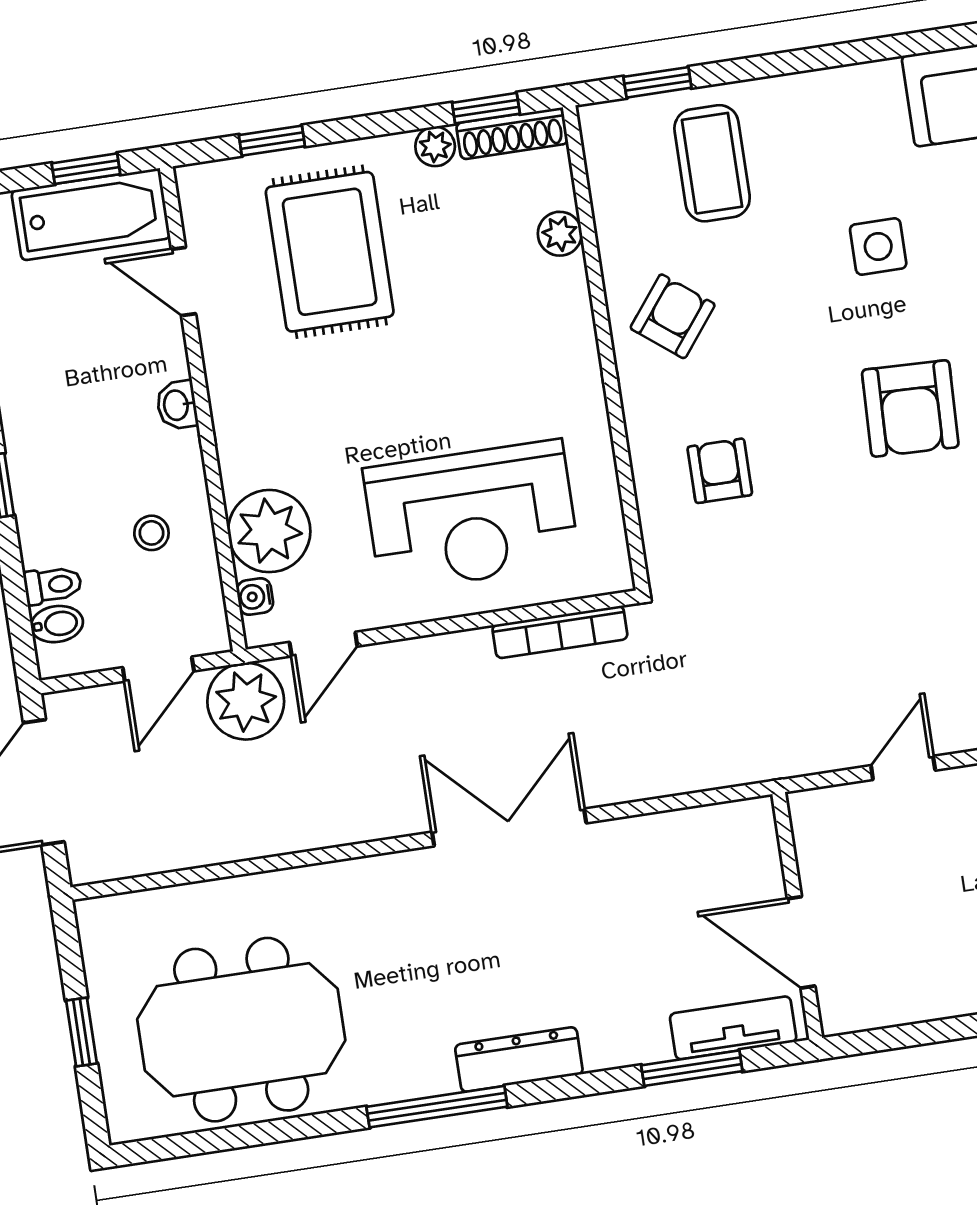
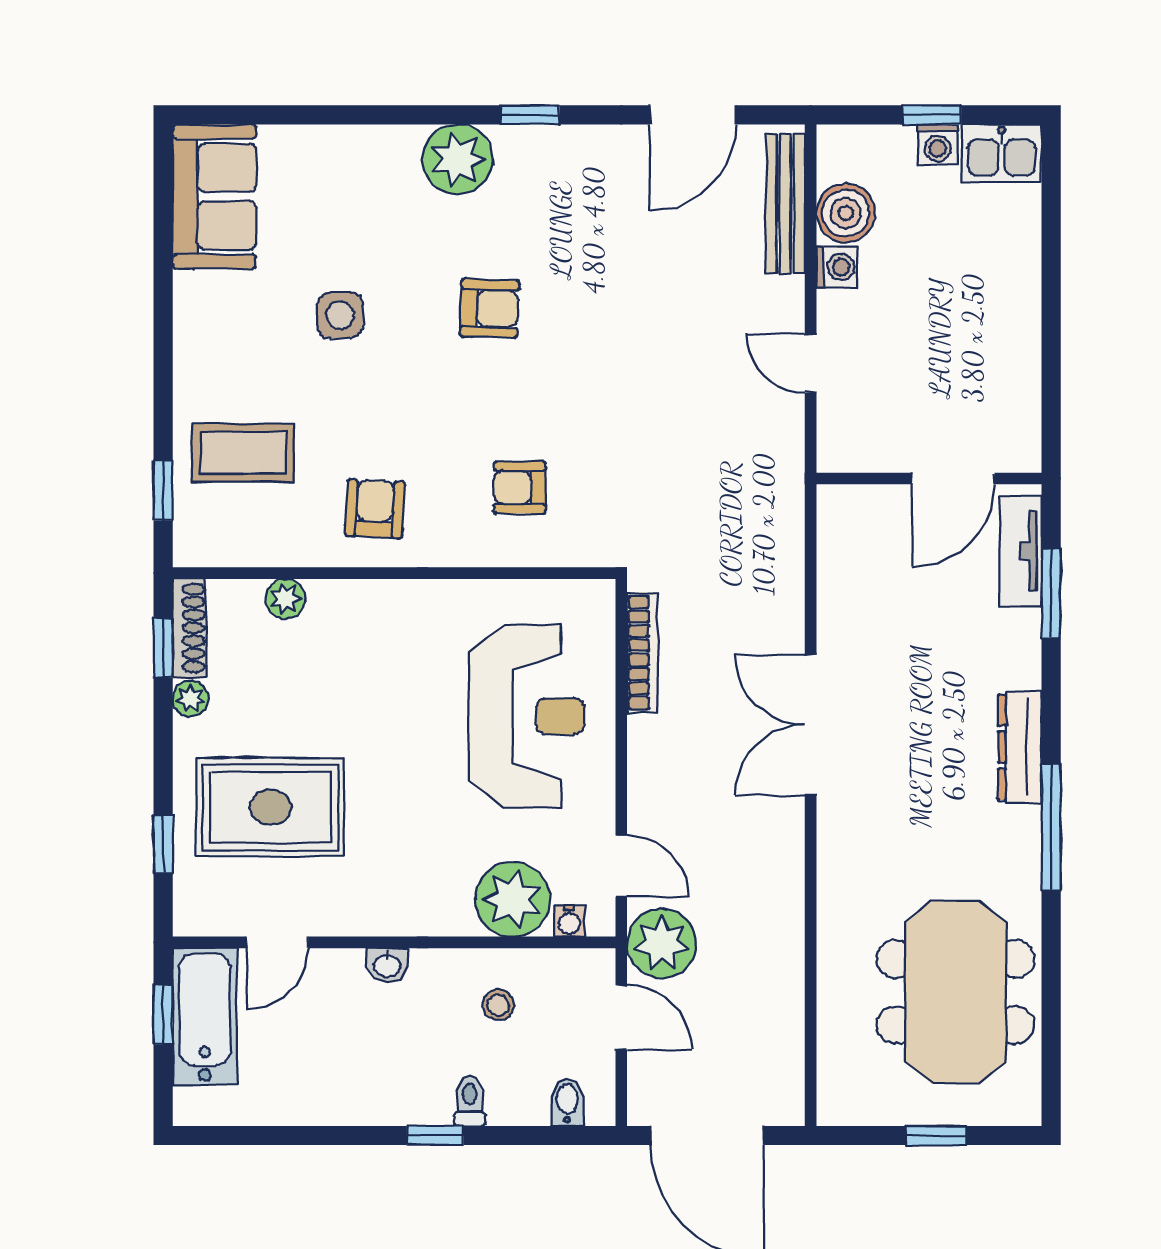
armchair: (673, 316) -> (375, 509), turned 55
armchair: (910, 408) -> (490, 308), width x0.72, depth x0.72
toilet: (53, 585) -> (470, 1101), moved

